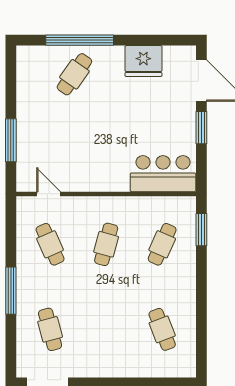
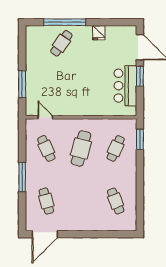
fridge: (143, 61) -> (99, 33), width x0.53, depth x0.75
bar counter: (163, 174) -> (125, 86), moved, turned -90
cafe table: (106, 244) -> (81, 148), width x1.37, depth x1.35

